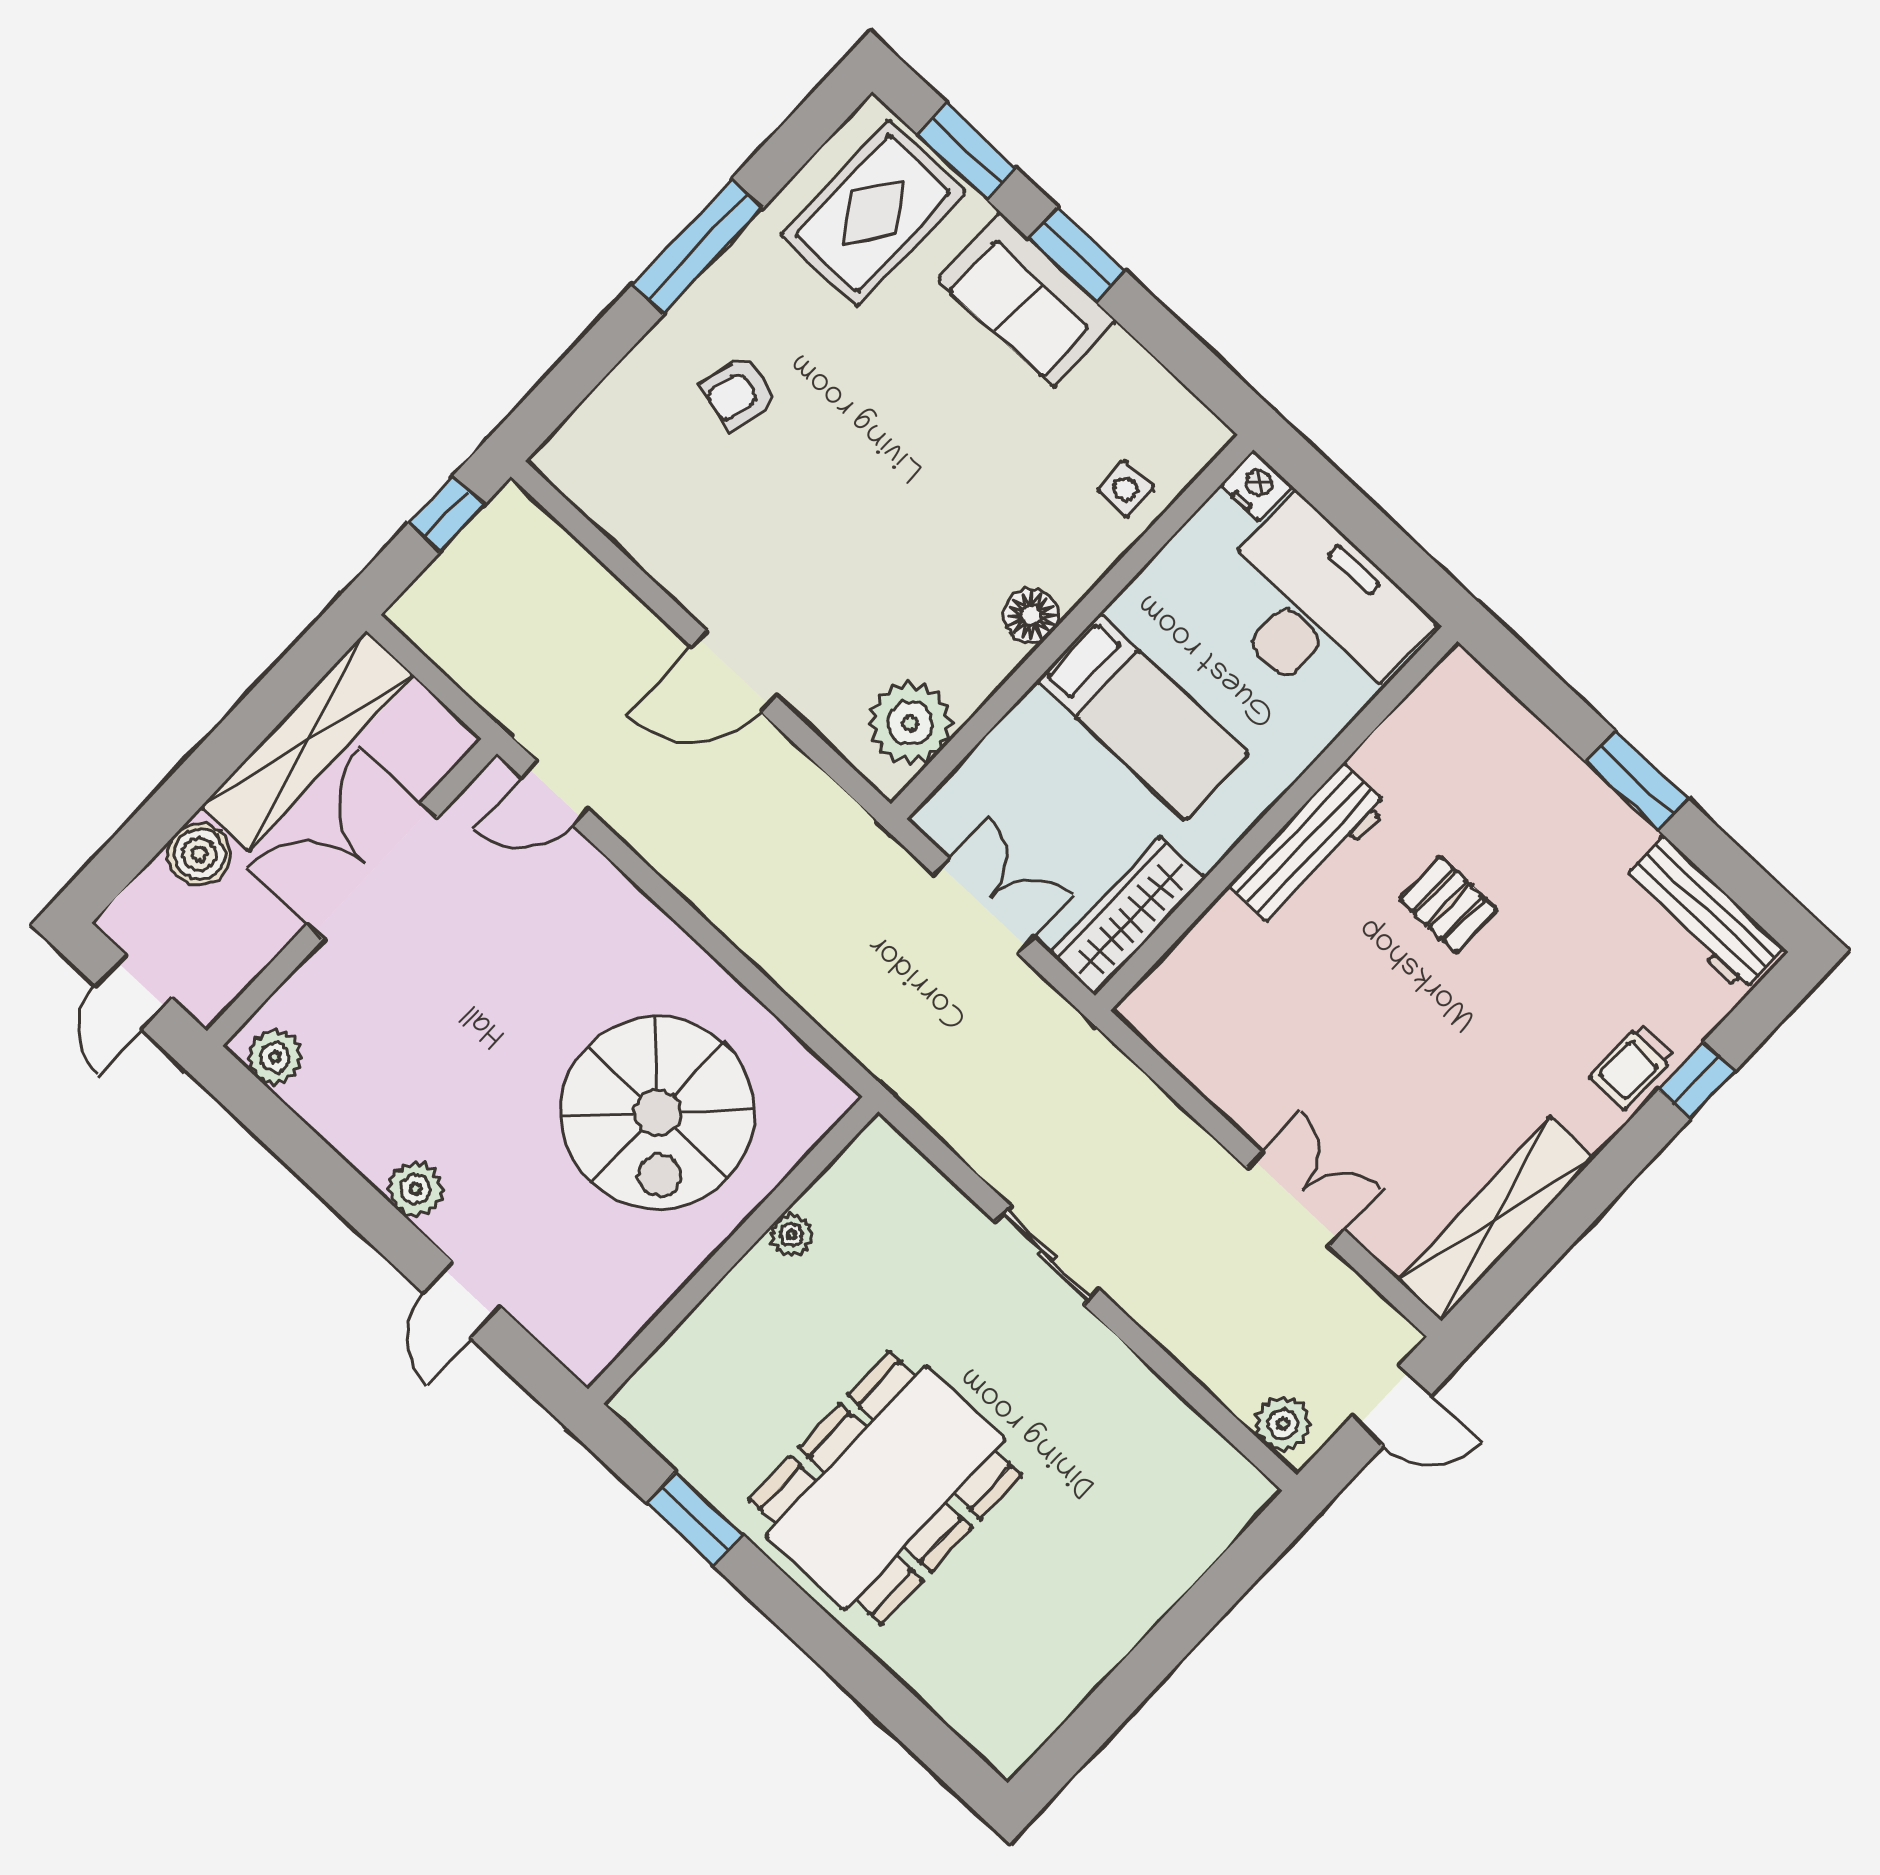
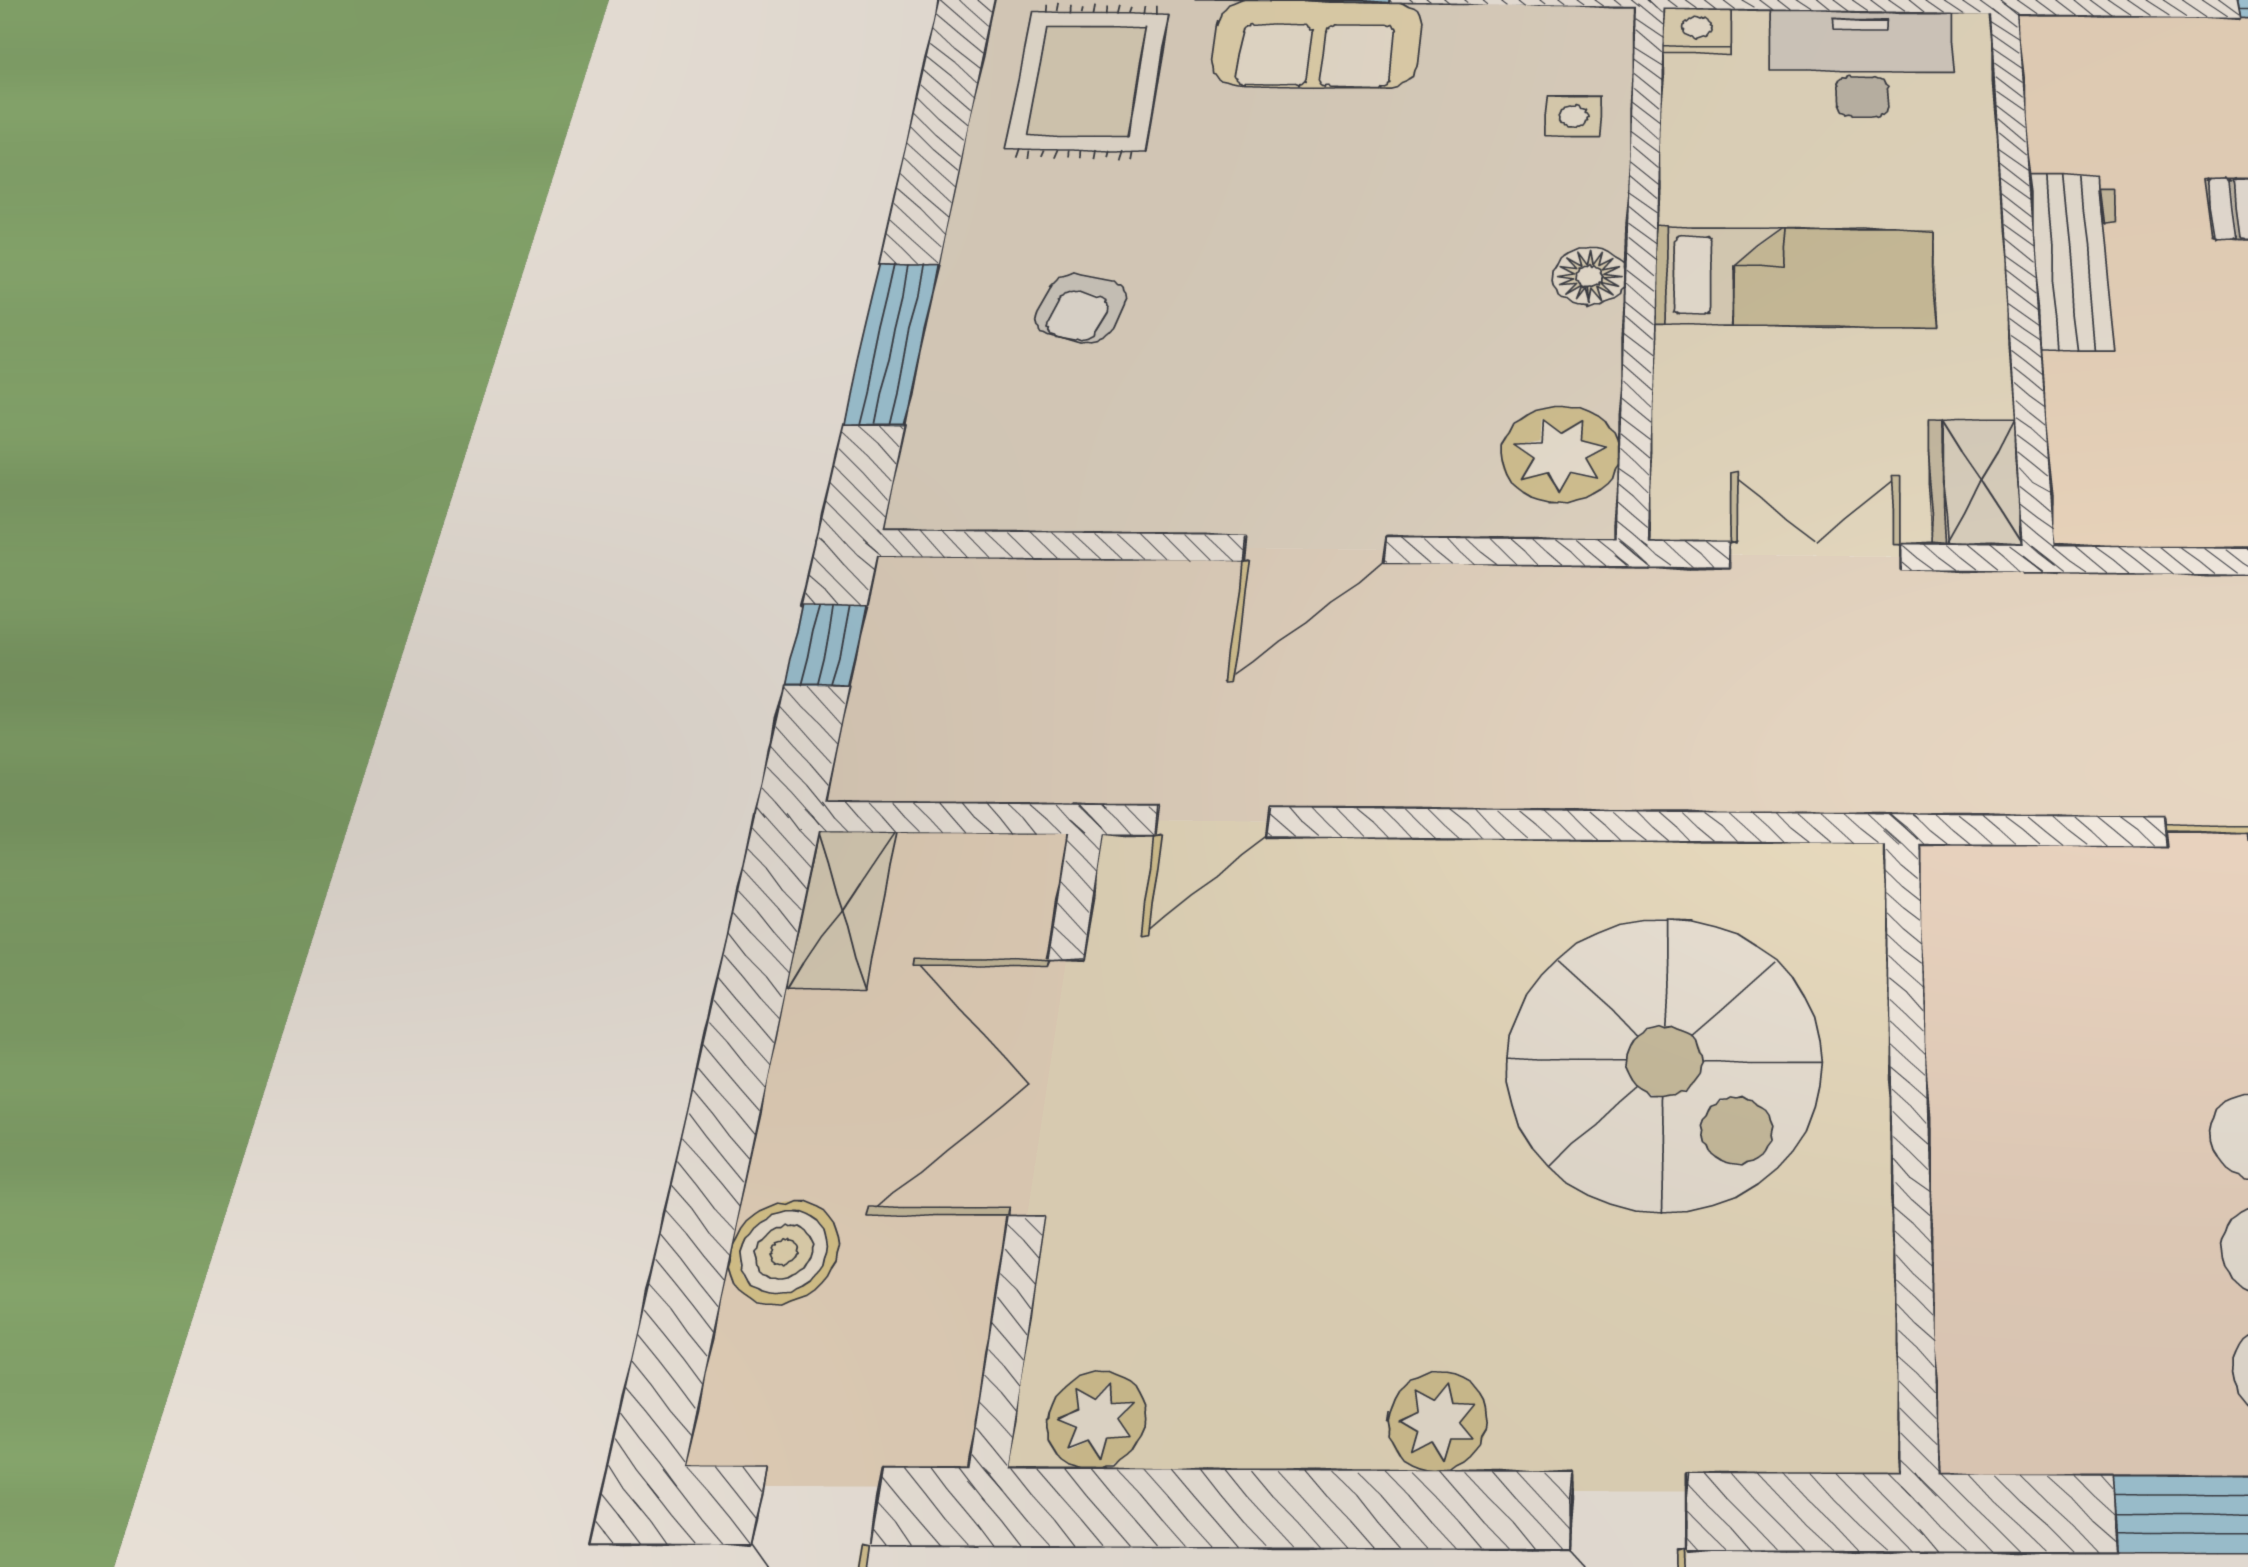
window: (698, 246) -> (892, 343), moved
desk: (1317, 609) -> (1862, 63), width x0.73, depth x0.77
shelving: (307, 741) -> (842, 909), width x0.45, depth x0.75
wardrobe: (1127, 916) -> (1975, 482), width x0.67
plant: (791, 1235) -> (1959, 1060), removed

